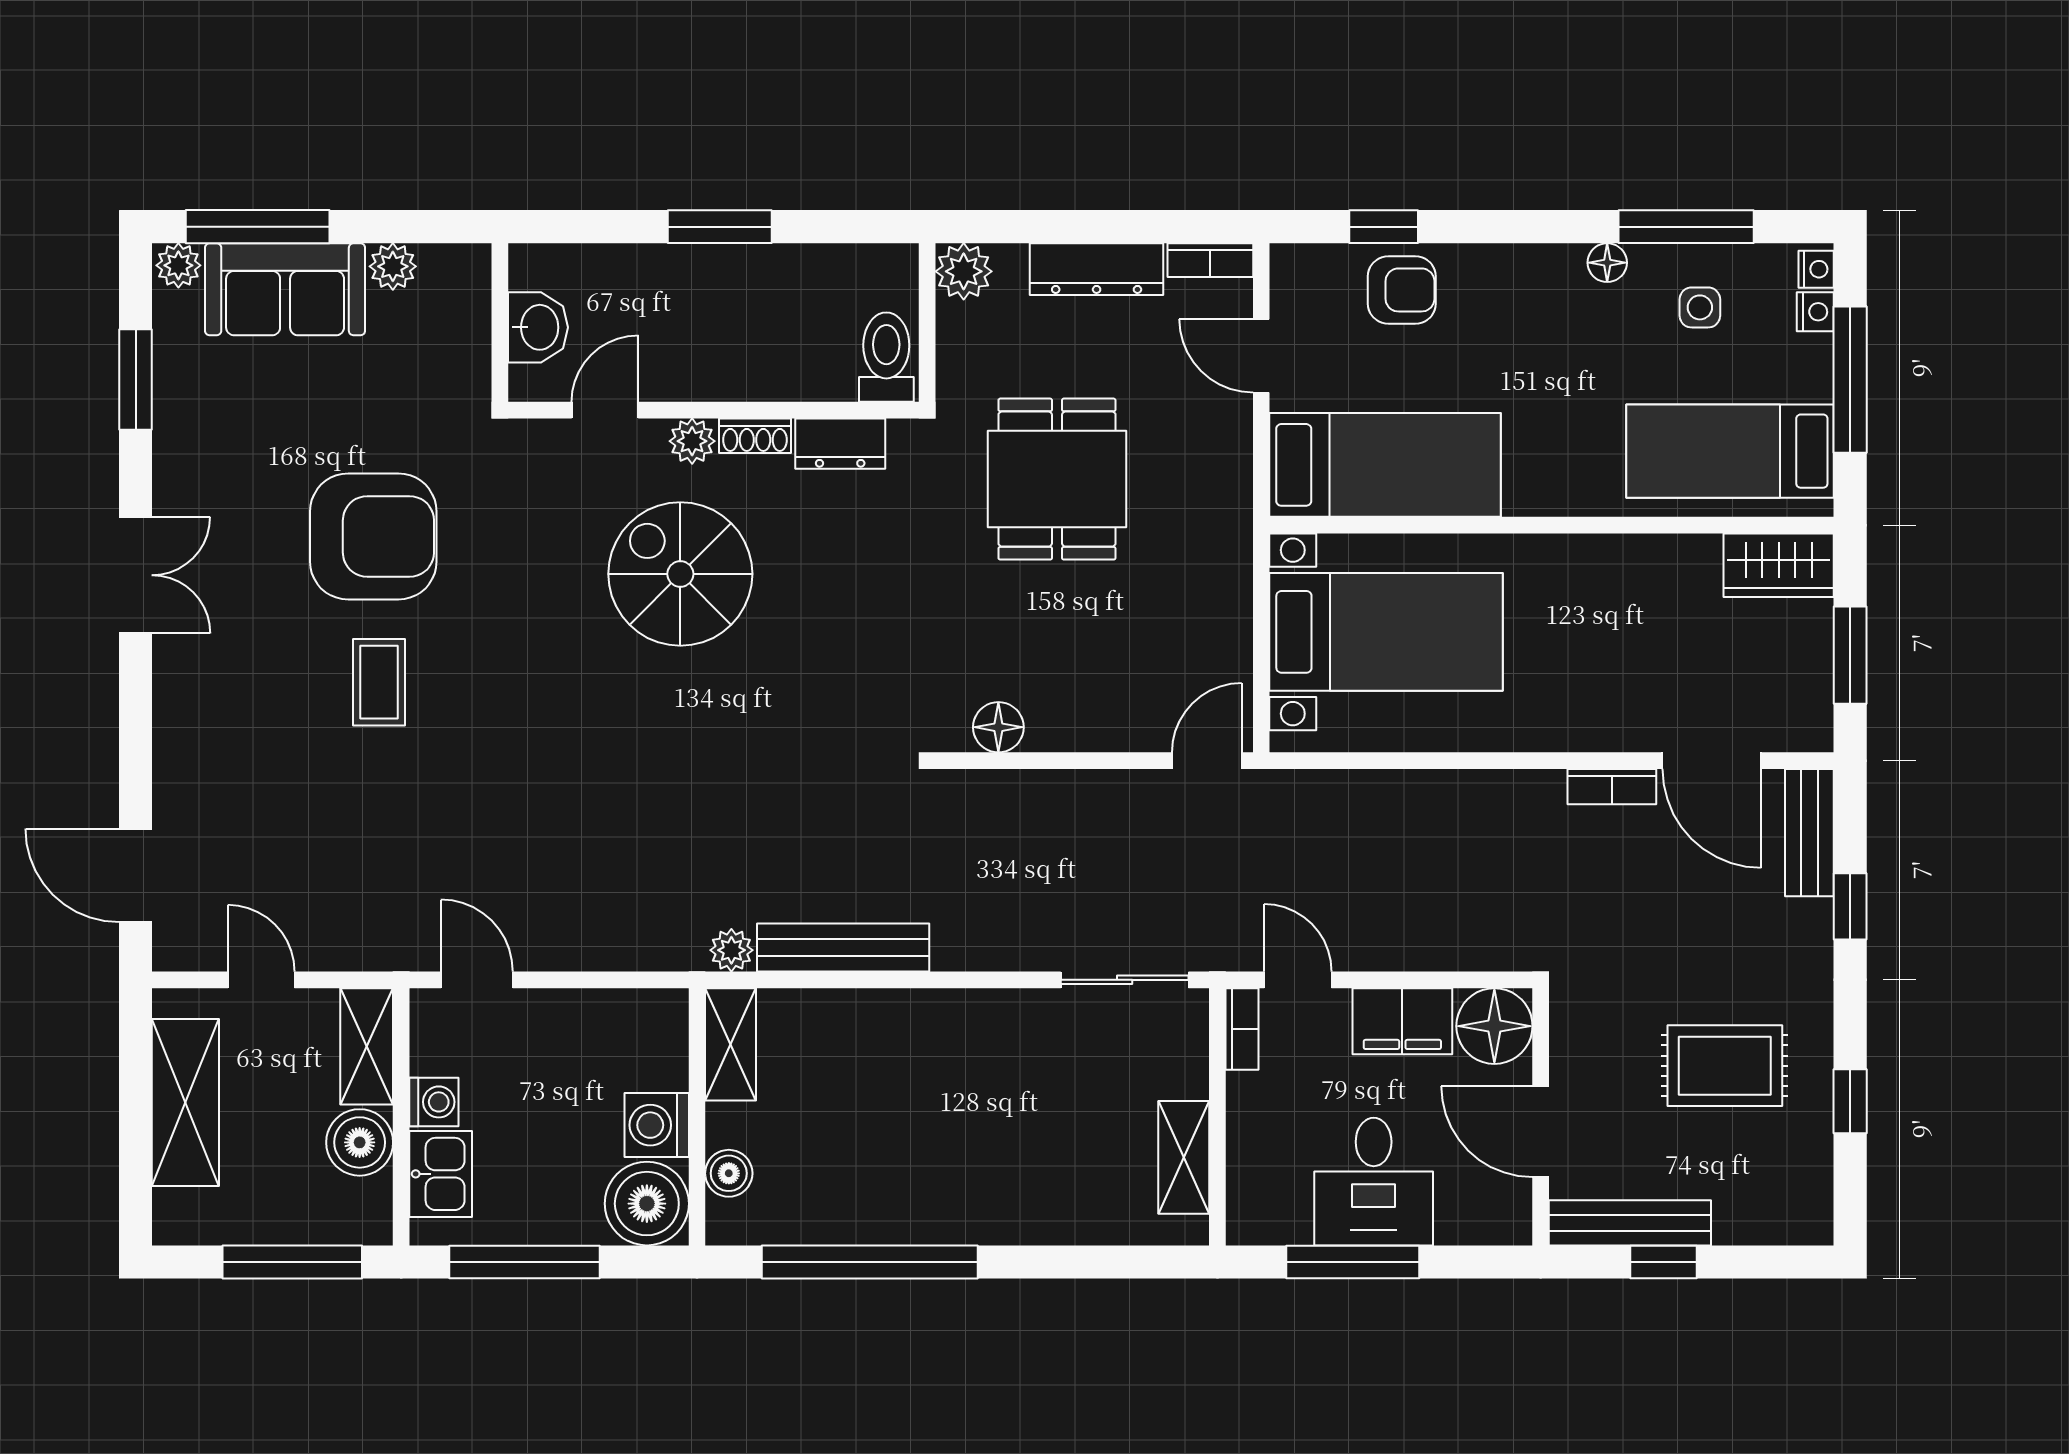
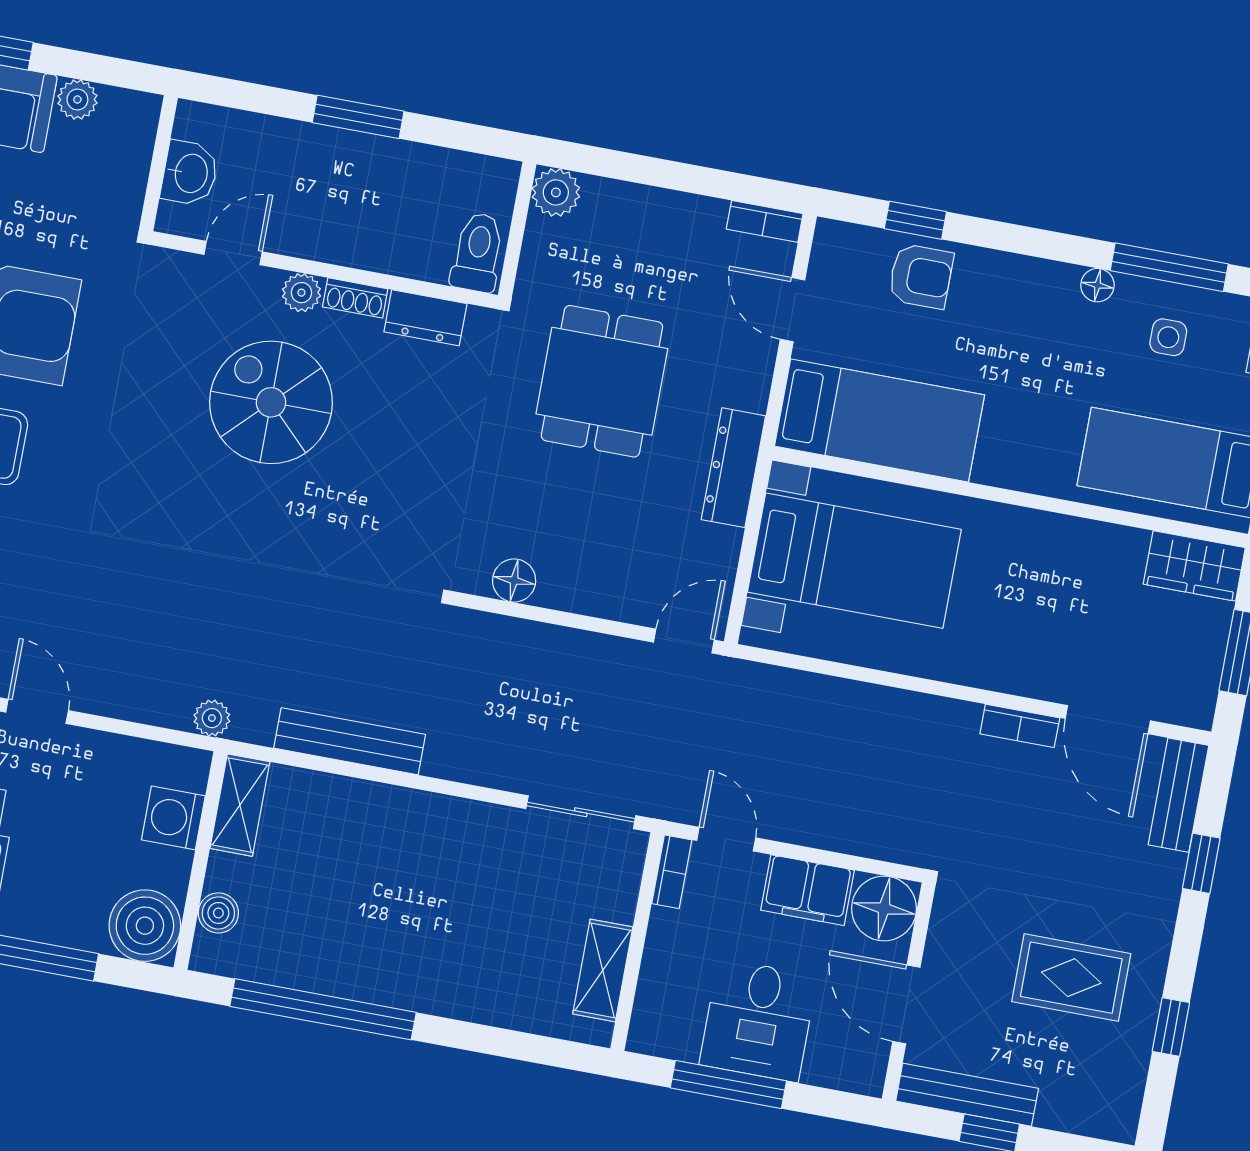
dresser: (1097, 269) -> (733, 468), moved, turned 90
plant: (731, 950) -> (212, 718), moved
washing machine: (657, 1125) -> (173, 818), moved

